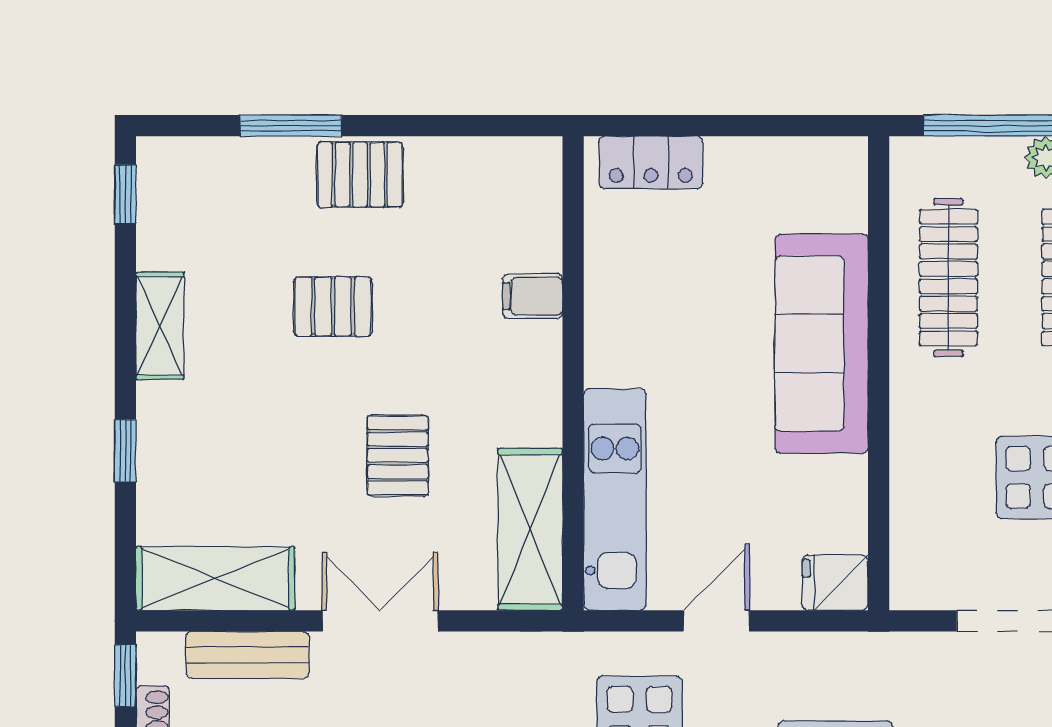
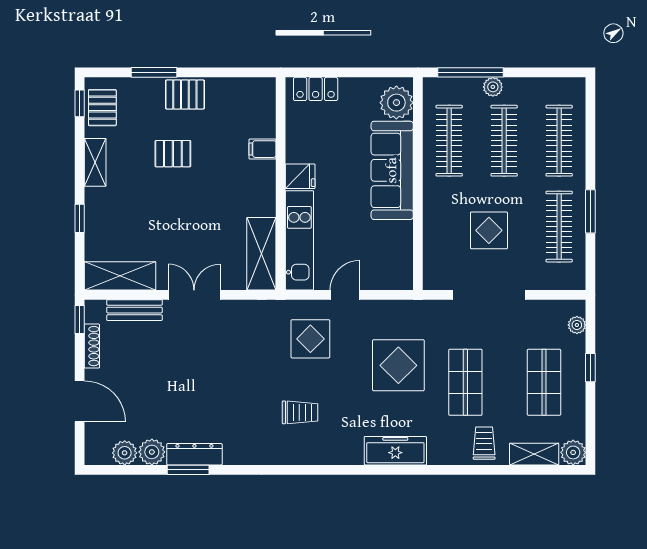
plant: (831, 193) -> (396, 103), added
pallet: (398, 456) -> (102, 108), moved
fridge: (835, 583) -> (300, 176), moved, turned 180

